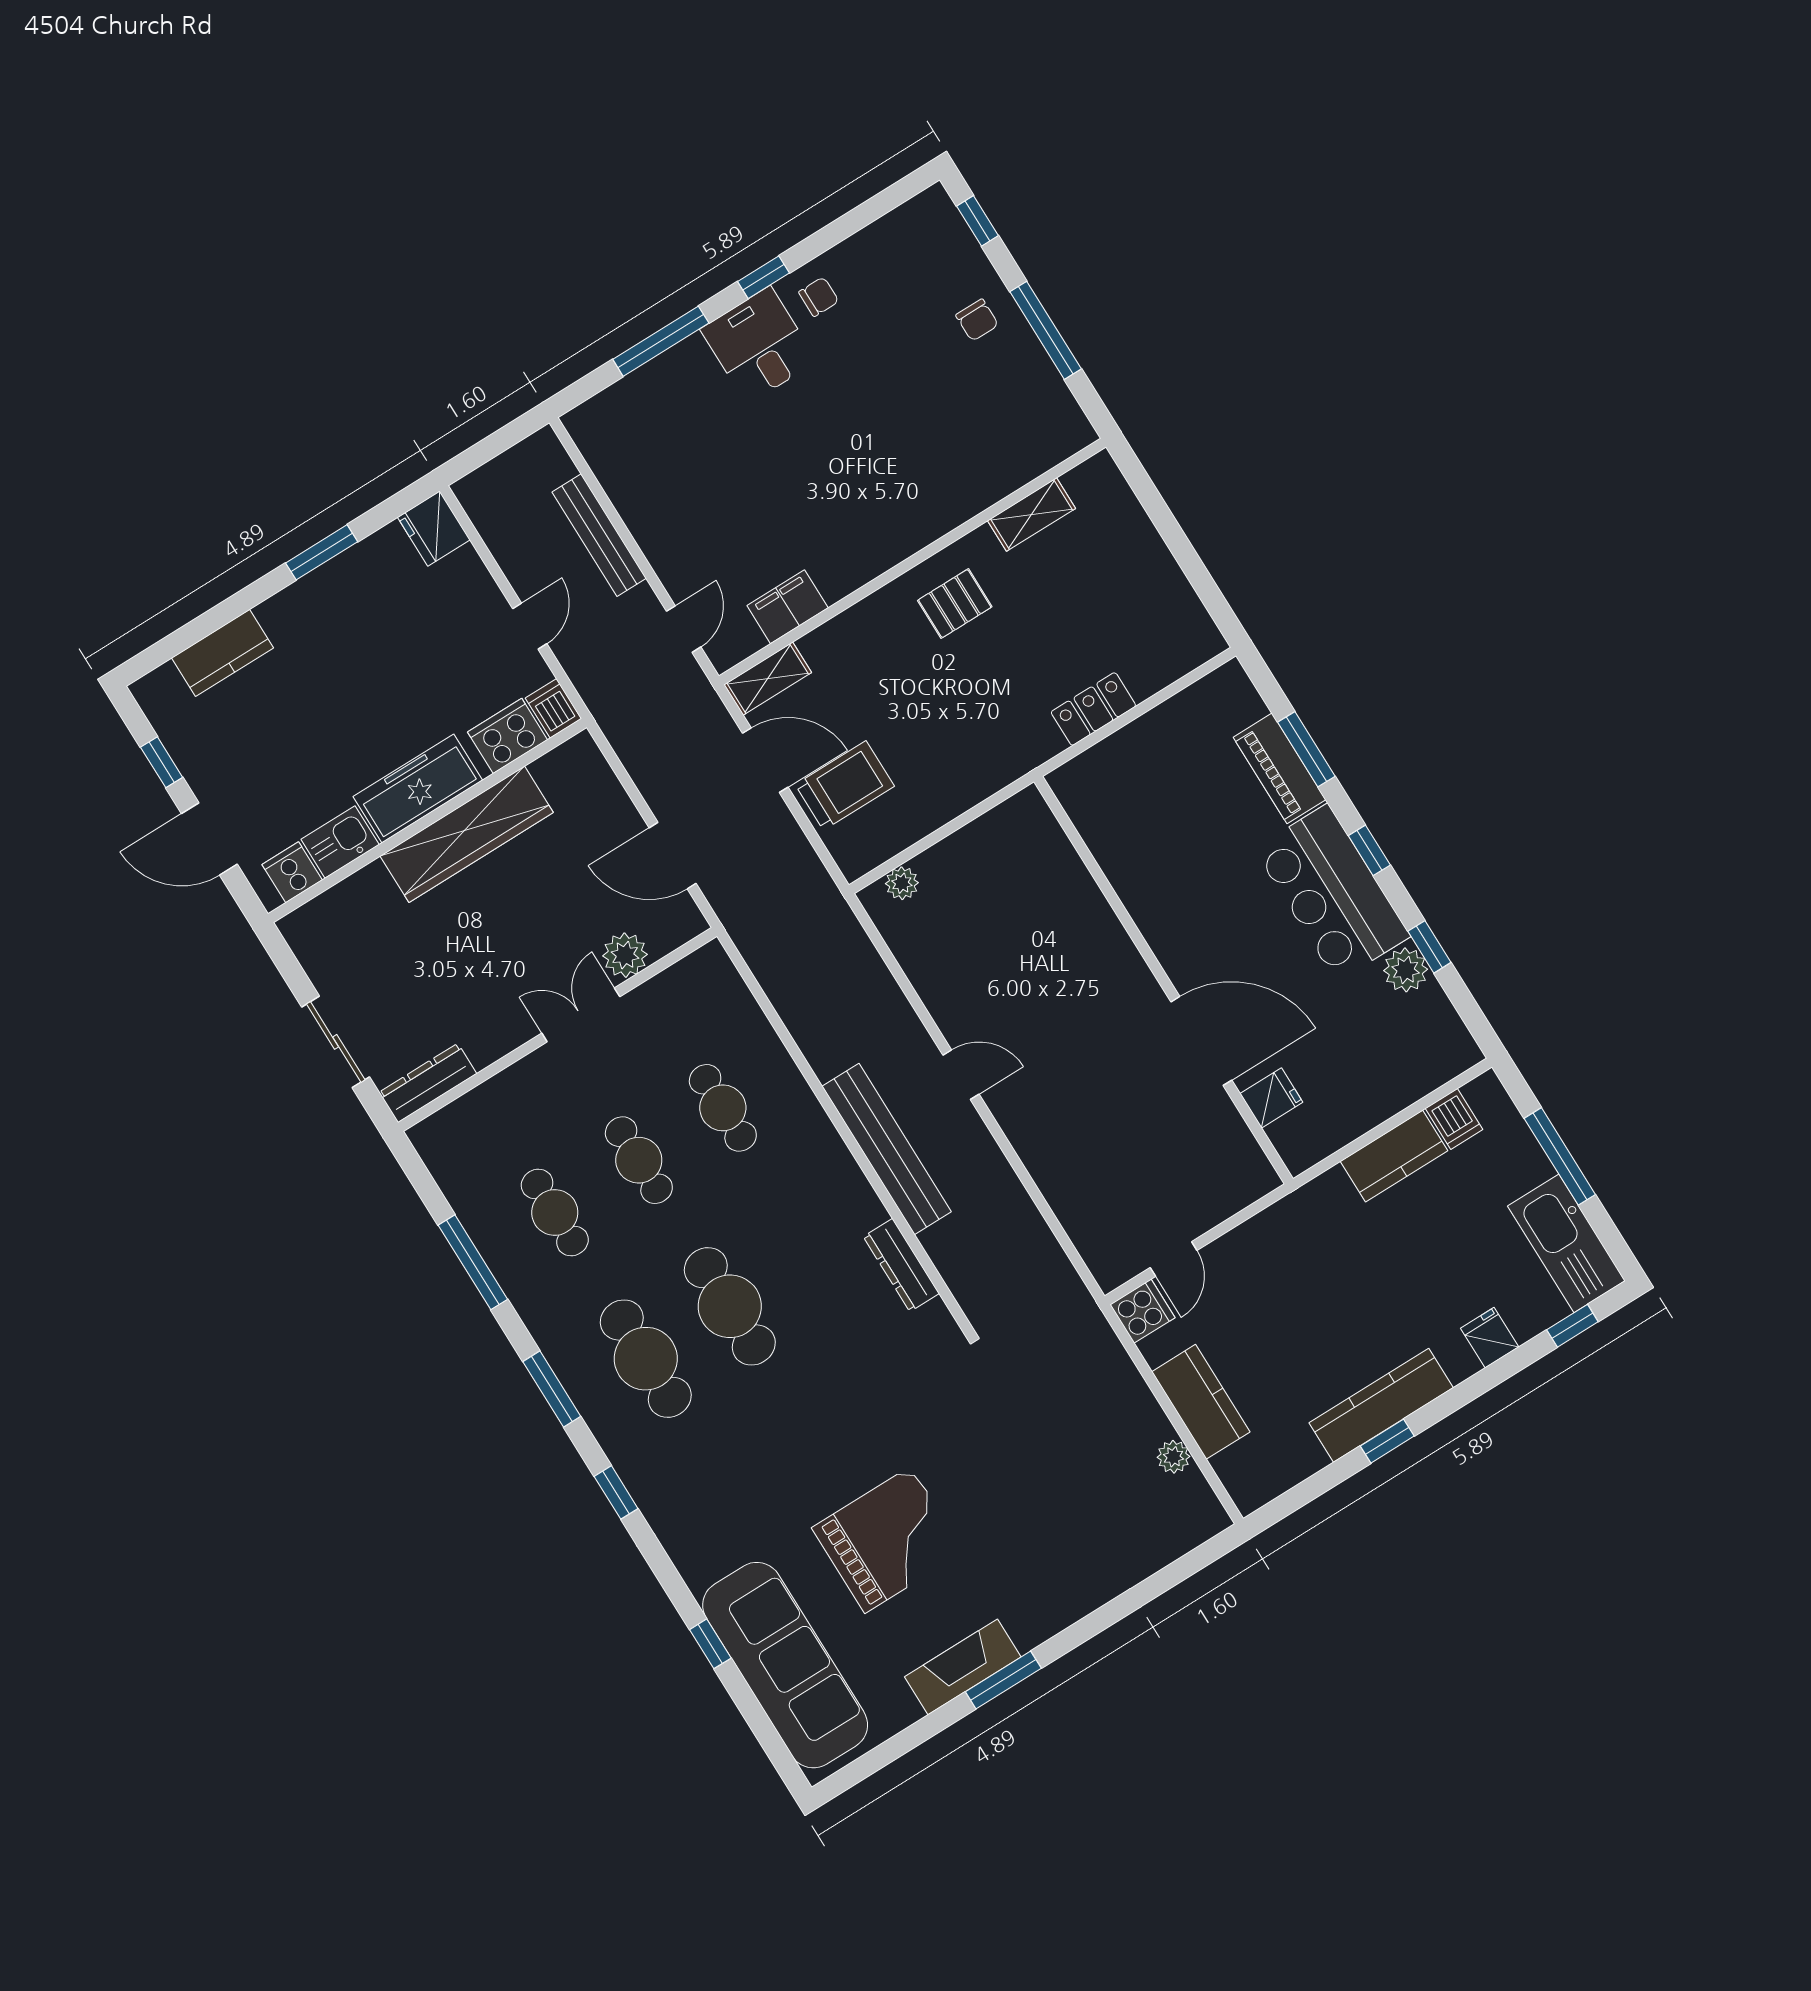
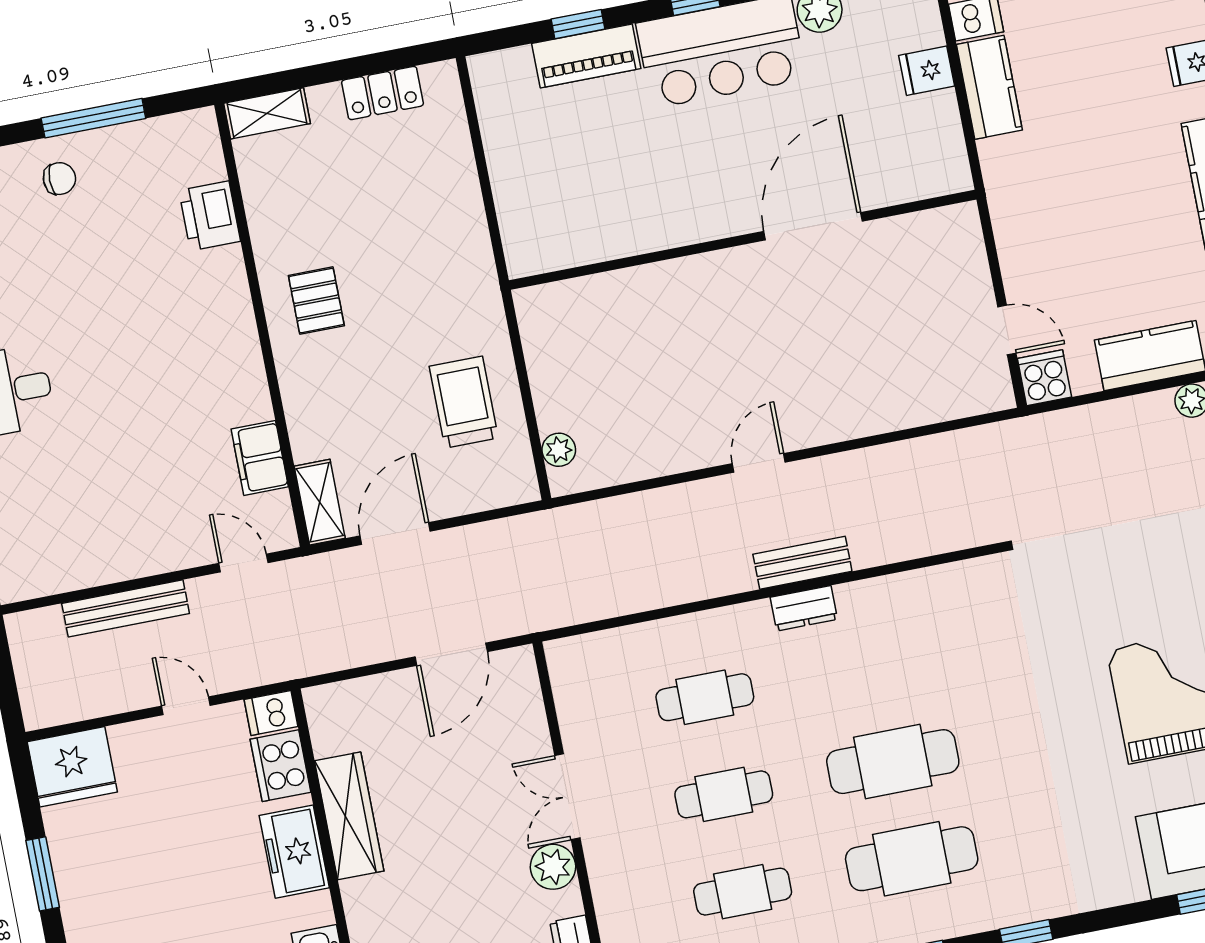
printer: (996, 474) -> (210, 216), added
shelving: (1031, 514) -> (267, 113), moved, turned 90
fridge: (434, 528) -> (72, 767), width x1.36, depth x1.34
locker: (1093, 709) -> (383, 93), moved, turned -90
window: (1306, 749) -> (578, 24), width x0.67
trolley: (845, 785) -> (464, 402), moved
freezer: (418, 788) -> (294, 852), width x0.71
wardrobe: (467, 834) -> (349, 816), width x0.71, depth x0.85
plant: (625, 955) -> (553, 867), moved
fridge: (1271, 1098) -> (927, 71), moved, turned -90
bench: (887, 1149) -> (802, 563), width x0.54, depth x0.82
dresser: (901, 1265) -> (804, 608), moved, width x0.70

